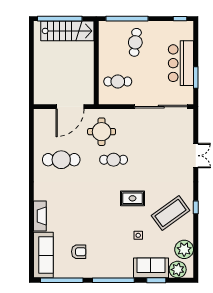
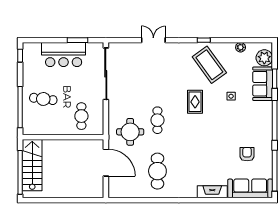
plant: (184, 249) -> (241, 47), width x0.53, depth x0.53

